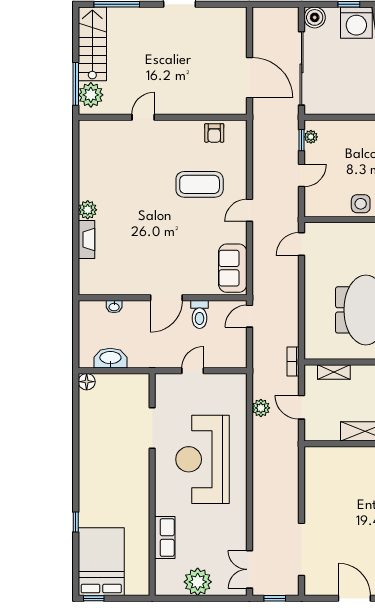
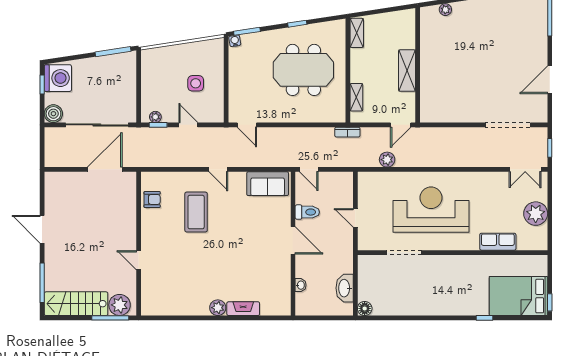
side table: (361, 204) -> (196, 83), moved
door: (302, 407) -> (401, 125), moved
reception desk: (202, 459) -> (431, 210), turned 180

